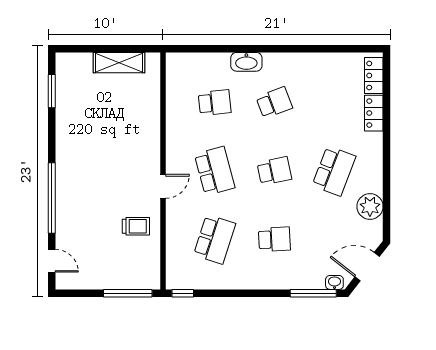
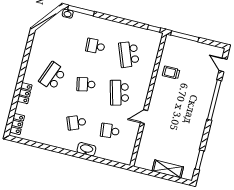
shelving: (119, 63) -> (168, 169), moved
locker: (374, 113) -> (25, 93), moved
door: (163, 186) -> (144, 117), moved
plant: (370, 206) -> (37, 51), removed
school desk: (215, 239) -> (129, 54), turned -39
door: (367, 267) -> (47, 18), removed

